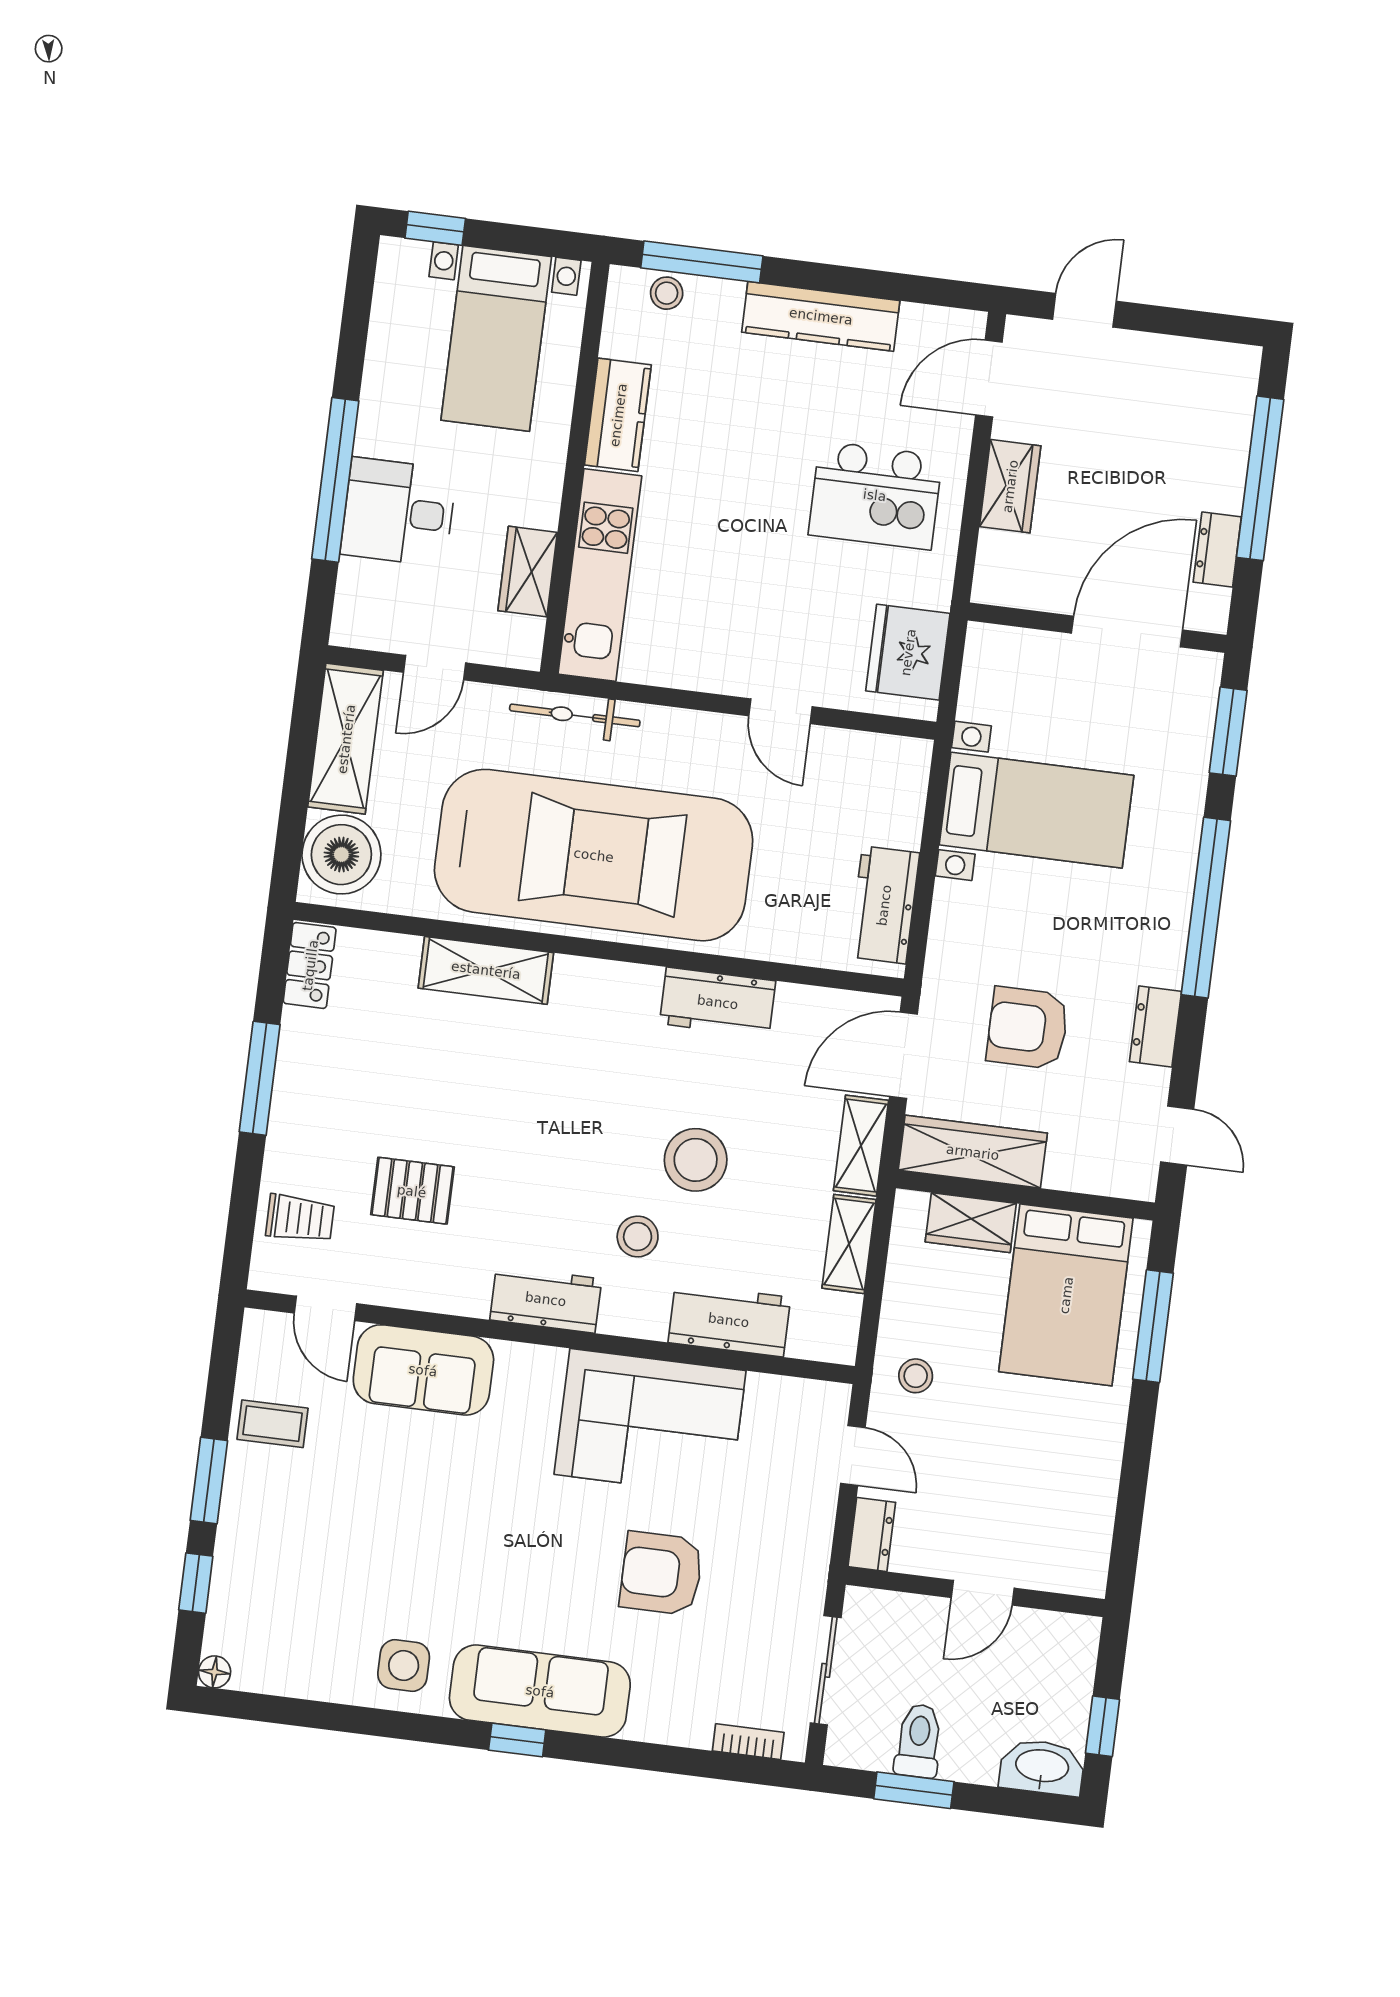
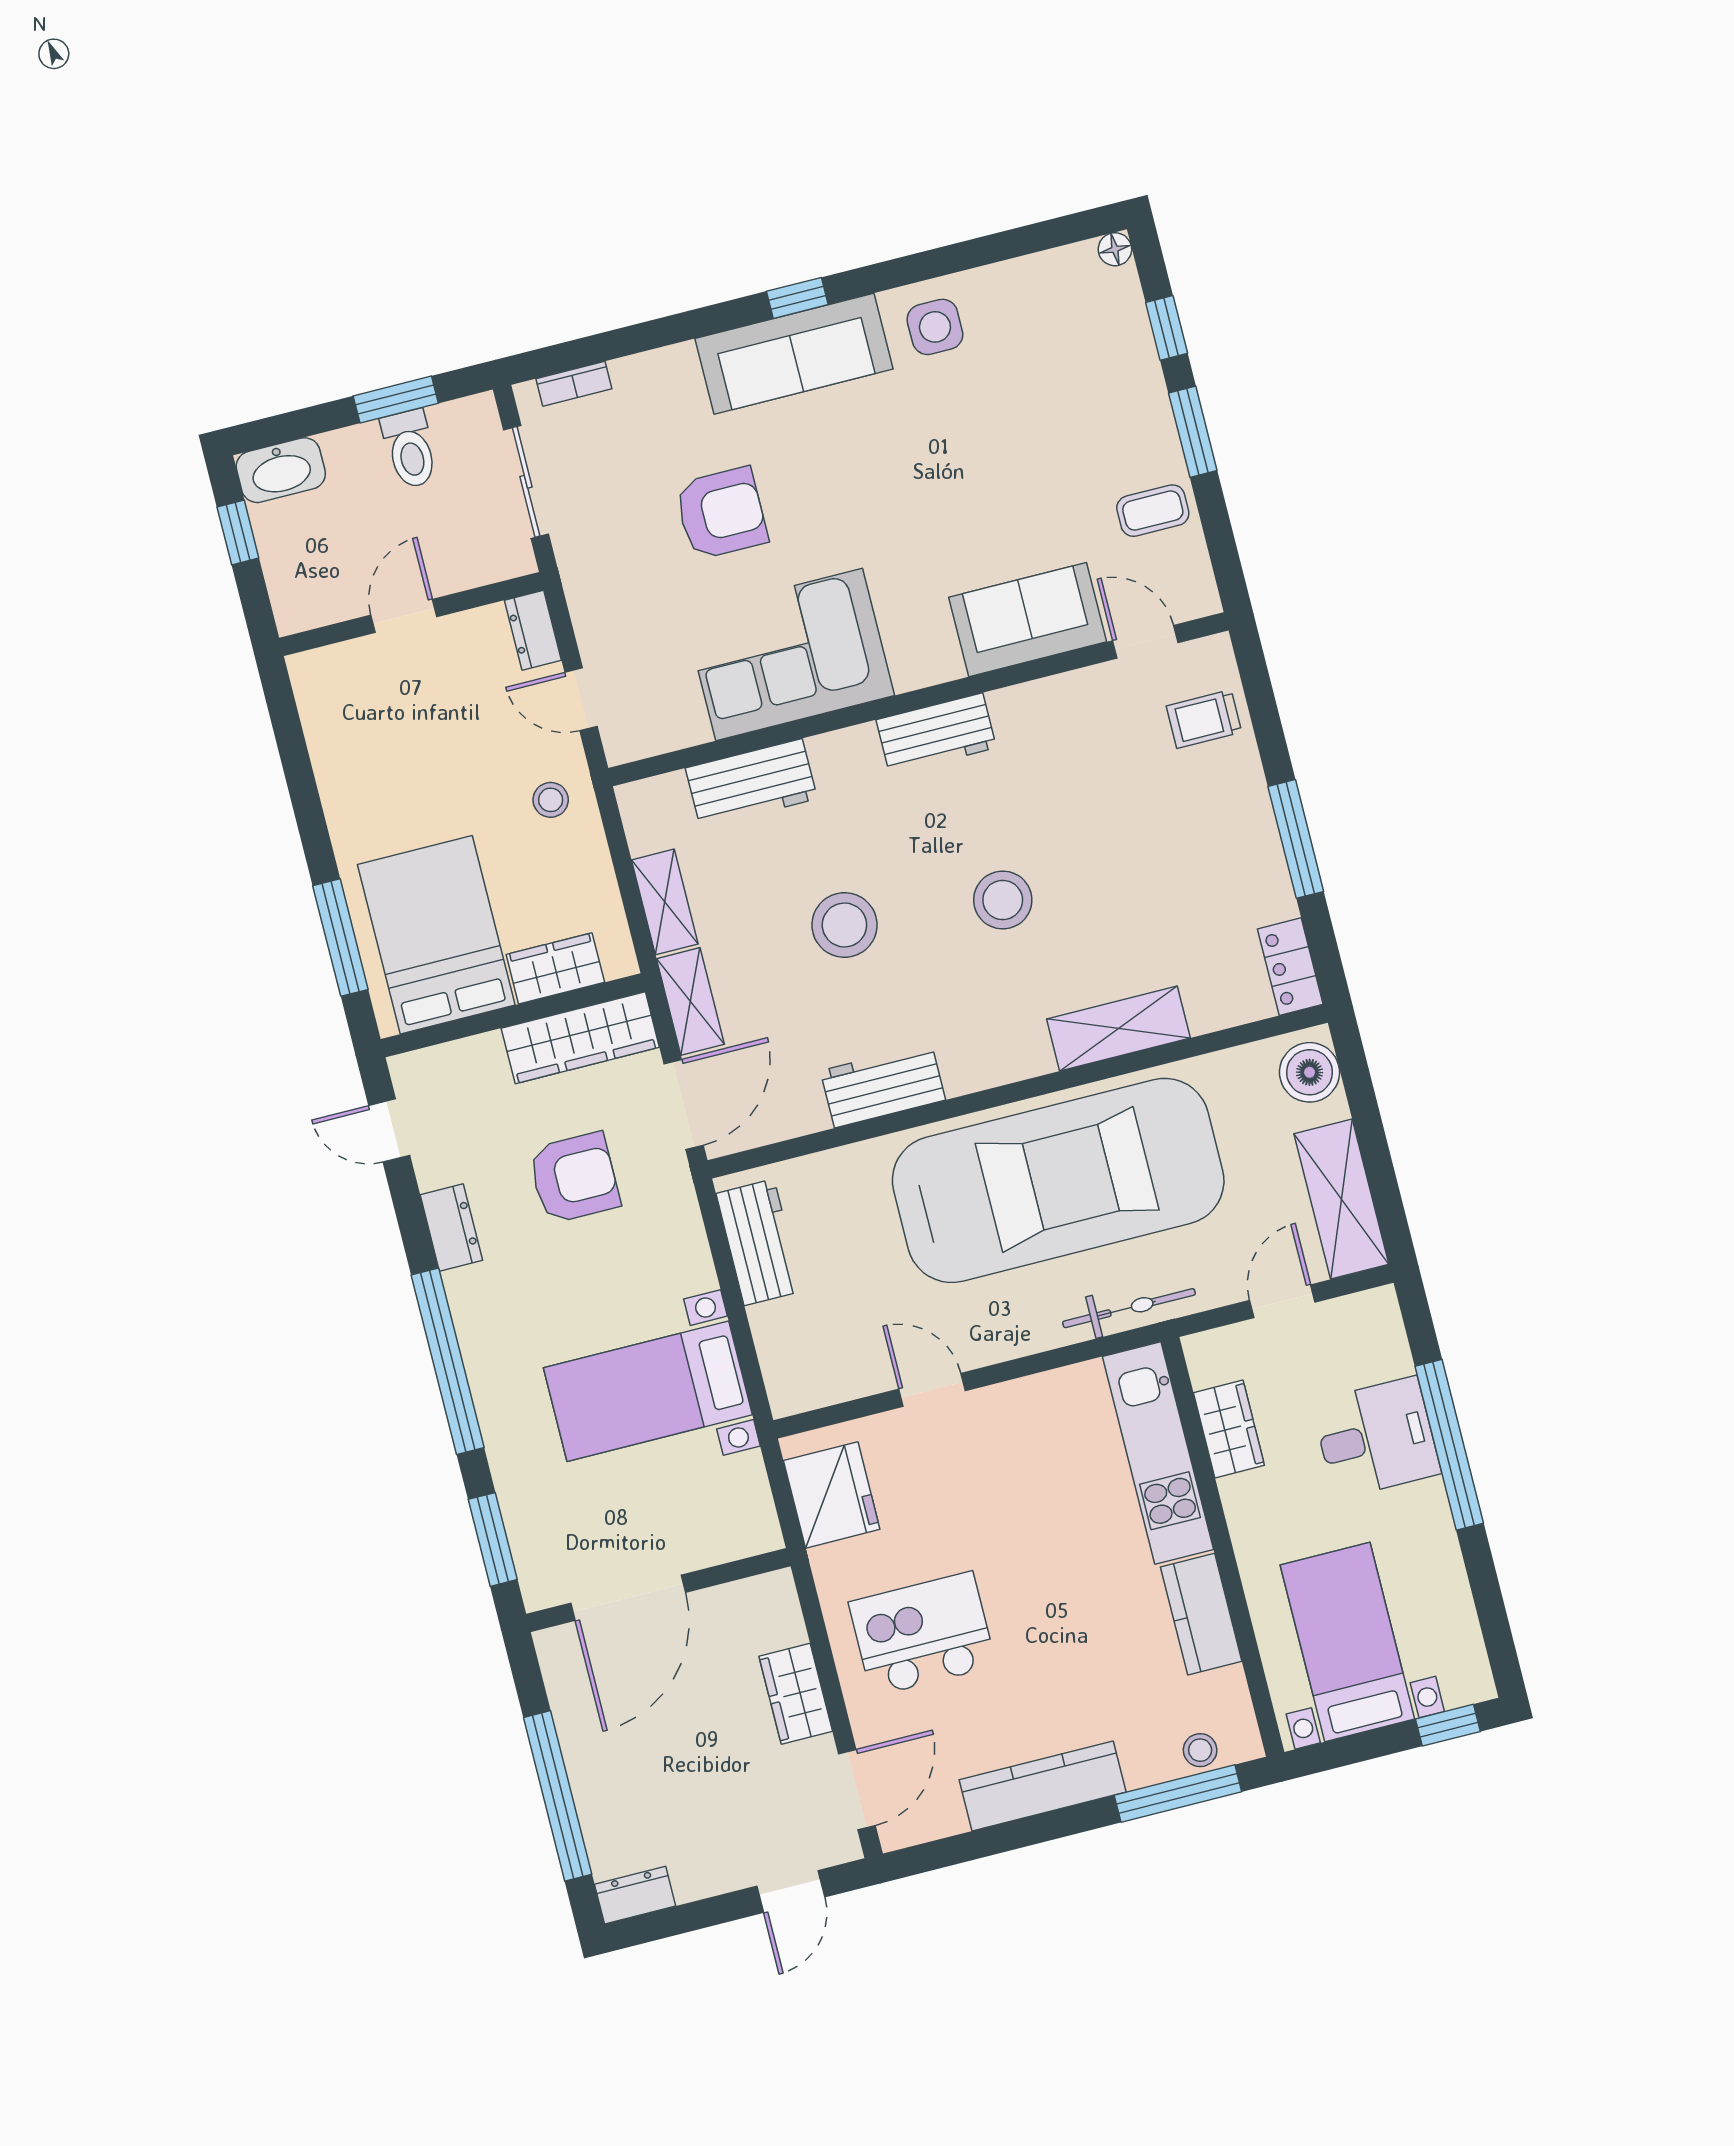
dresser: (1217, 550) -> (635, 1895), moved, turned -90
boiler: (341, 855) -> (1310, 1072), width x0.73, depth x0.73
car: (594, 855) -> (1058, 1180), turned 180
pallet: (412, 1191) -> (1106, 788), removed
stool: (638, 1237) -> (1003, 900), moved, width x1.38, depth x1.38

